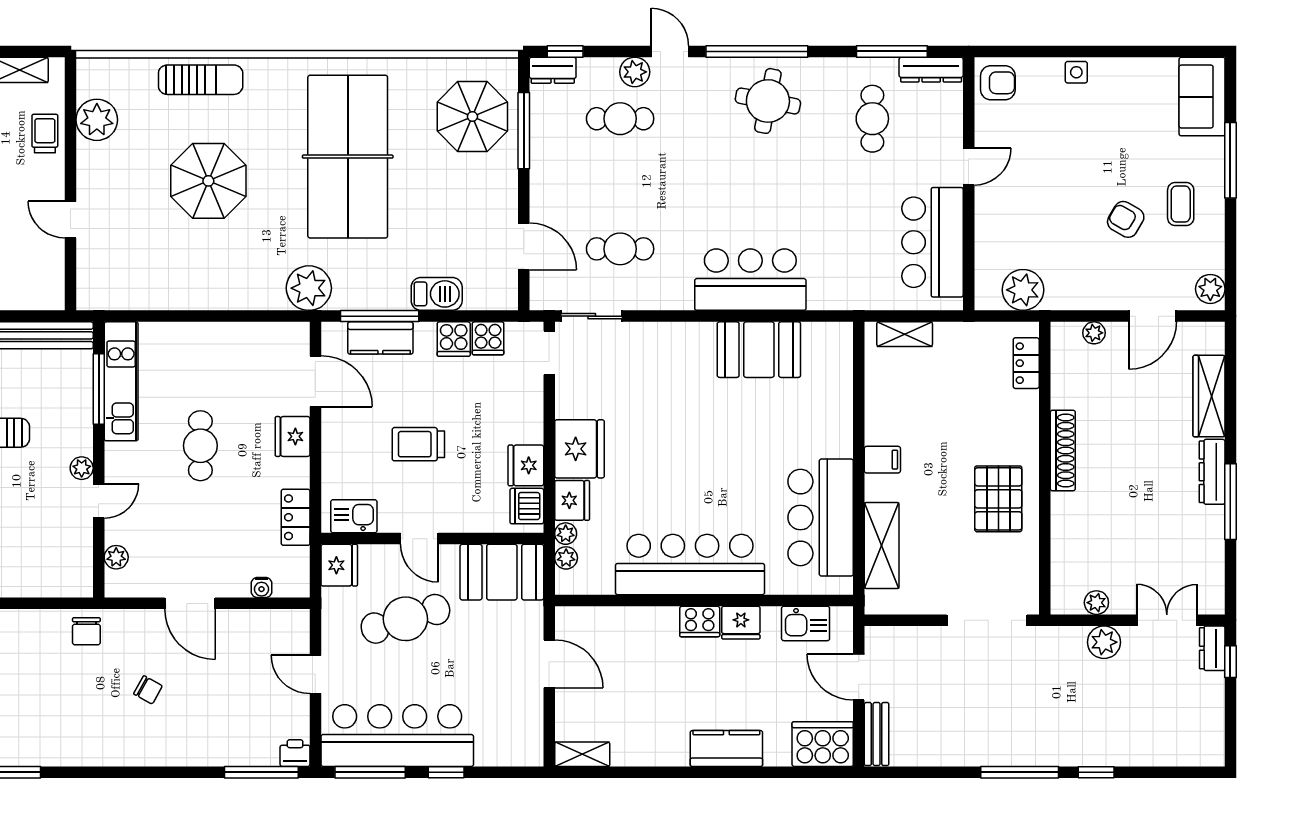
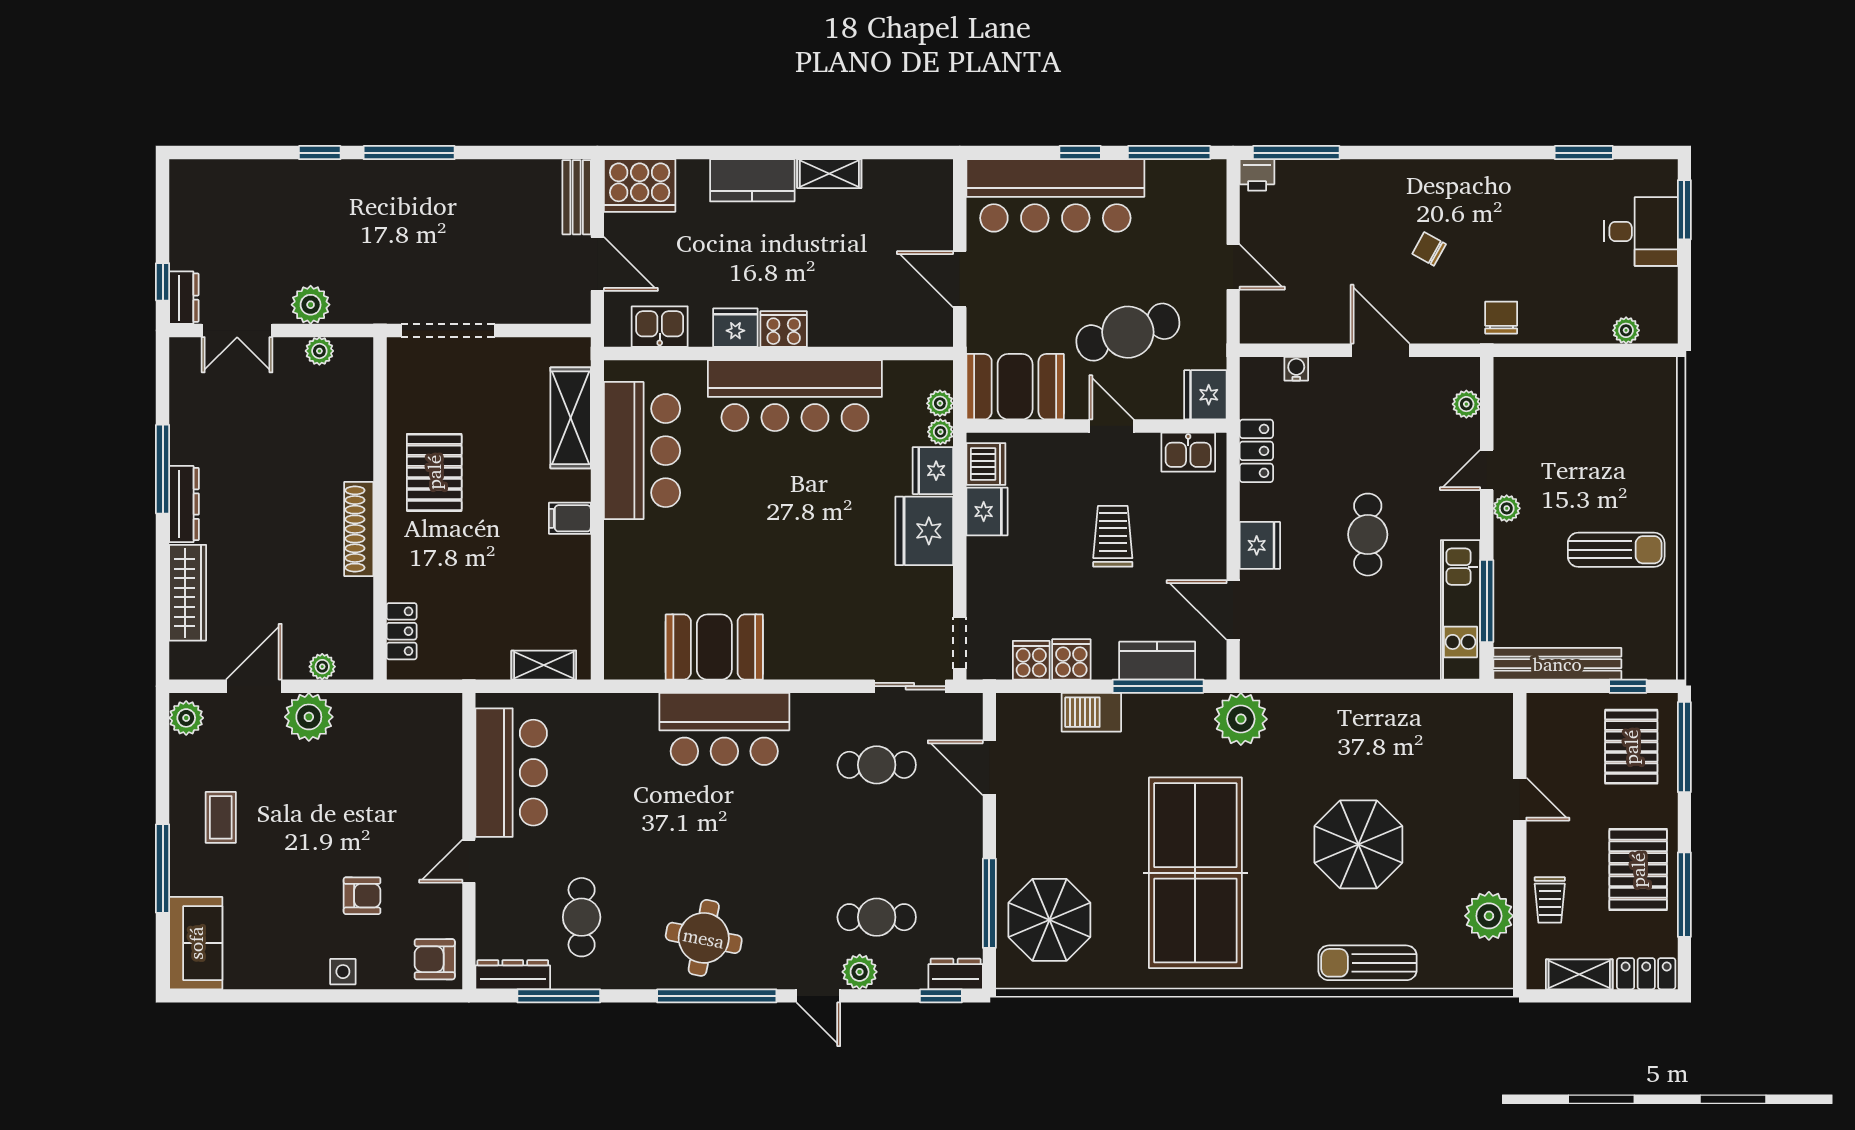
armchair: (1126, 219) -> (362, 896), moved, turned -30
plant: (1023, 290) -> (309, 717), moved
trolley: (418, 444) -> (1113, 536), turned -90
bar counter: (397, 736) -> (1055, 195), moved
shelving: (582, 754) -> (829, 174), moved

